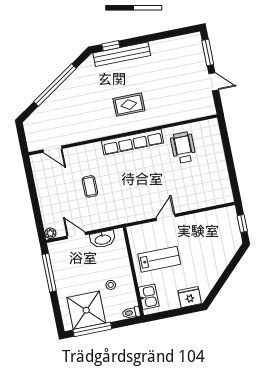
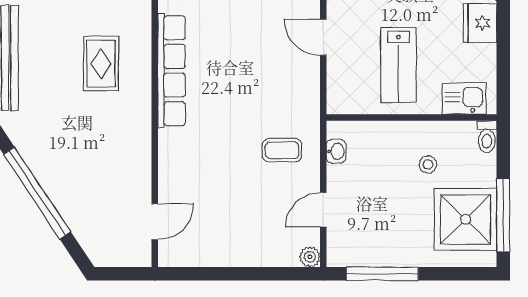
coffee table: (90, 186) -> (282, 150), moved
washbasin: (103, 239) -> (336, 151), width x0.52, depth x0.69
lab bench: (159, 259) -> (398, 65), turned 180

